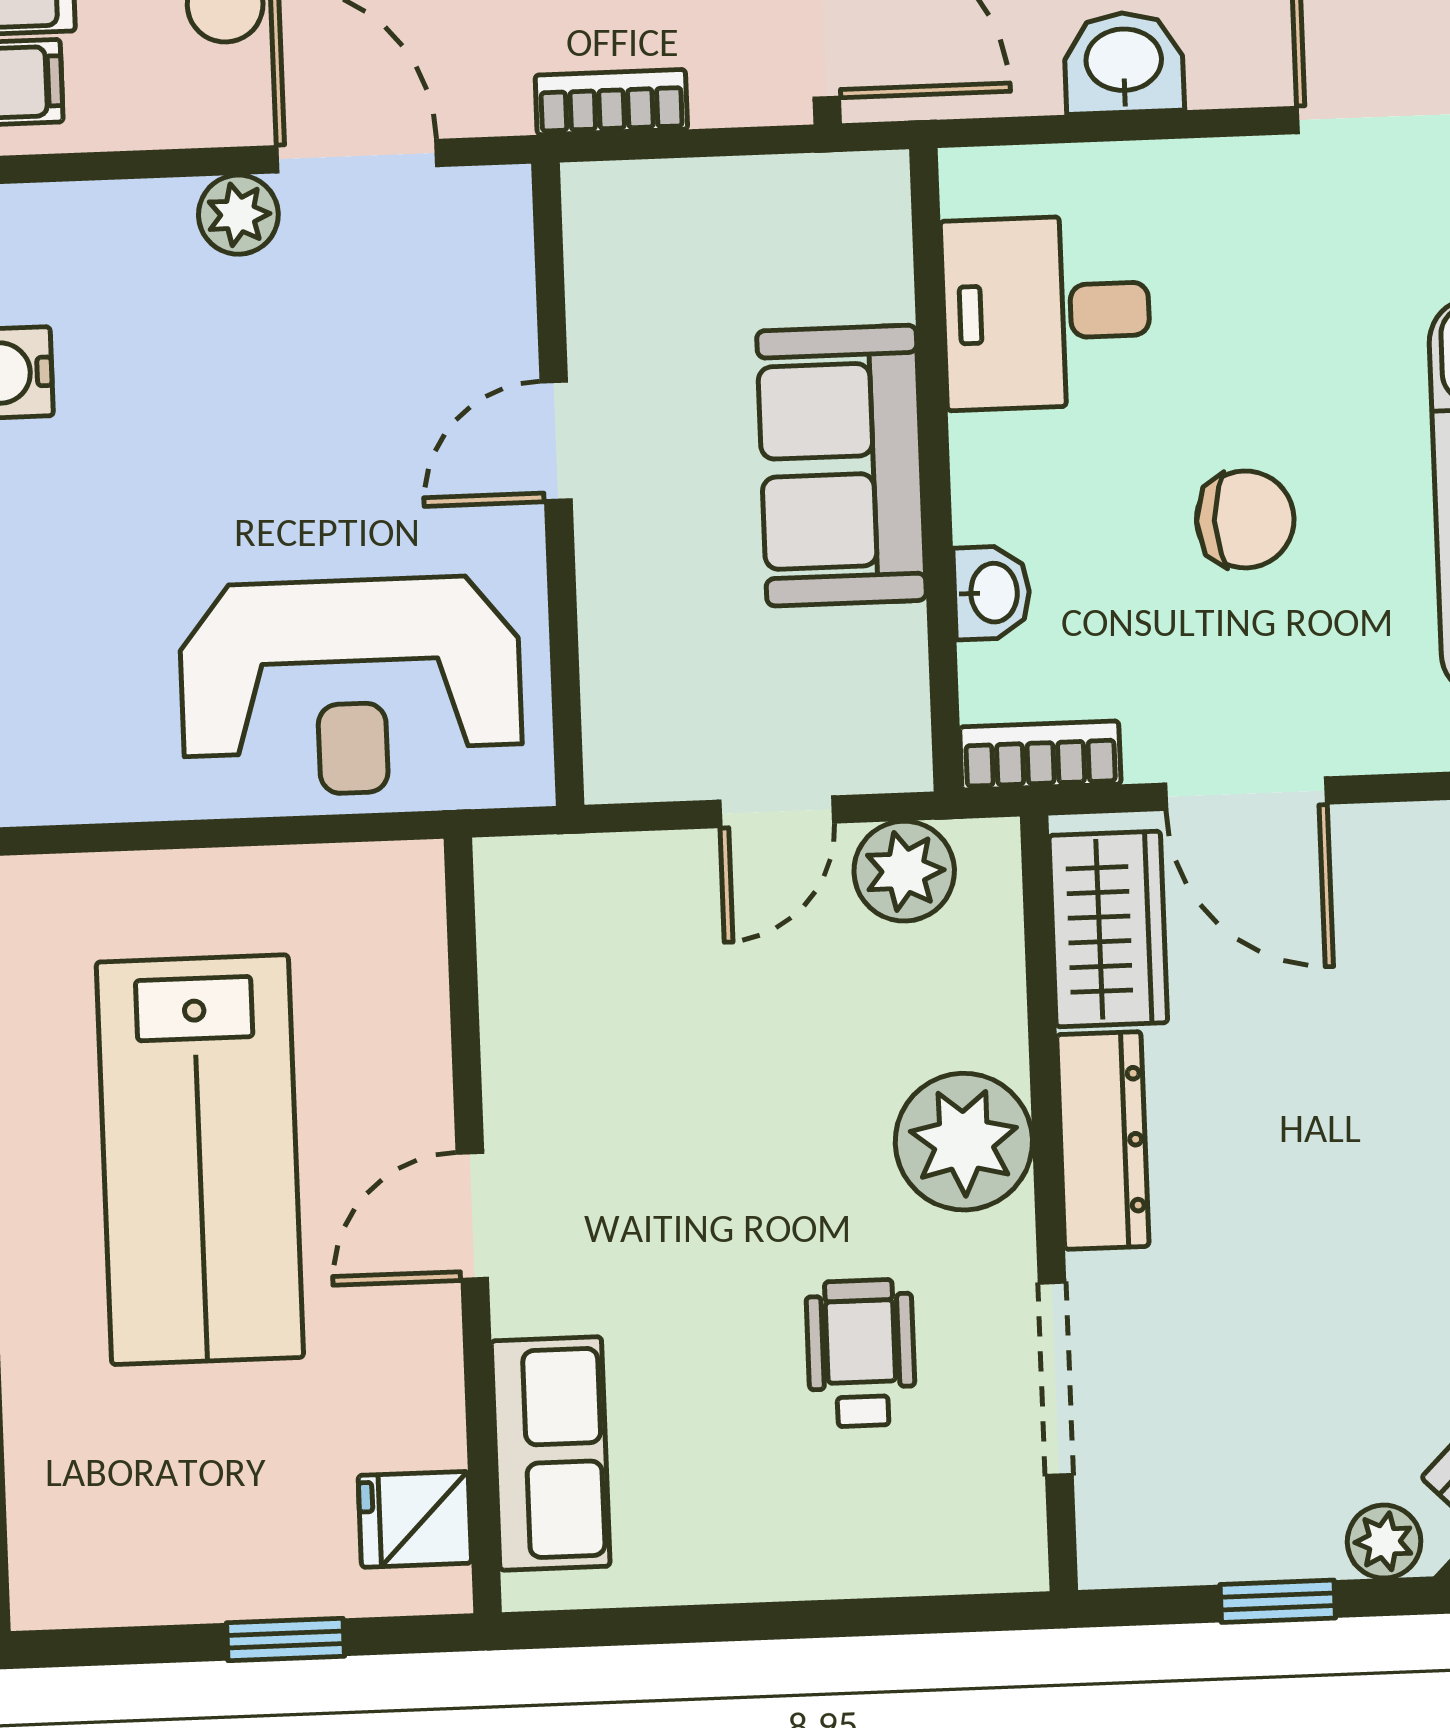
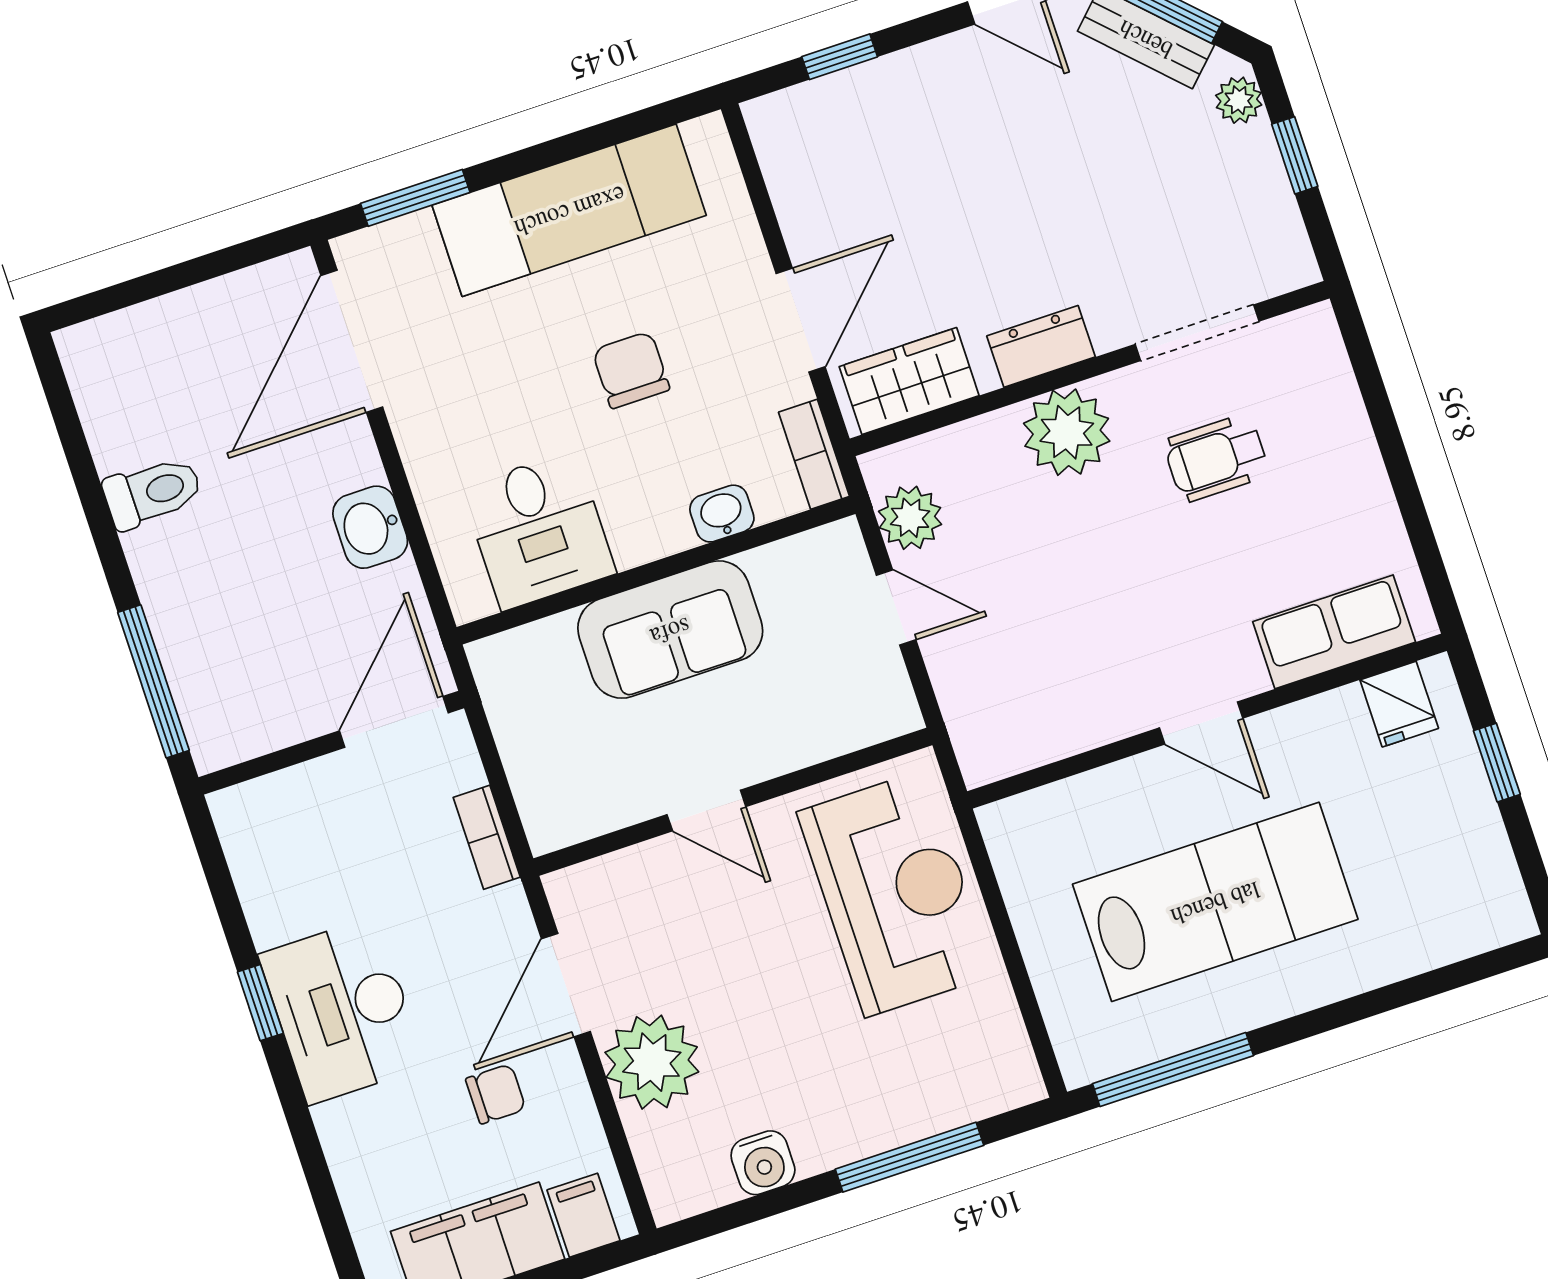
plant: (238, 215) -> (652, 1062), width x1.87, depth x1.87
dresser: (1103, 1140) -> (1041, 346), width x0.70

